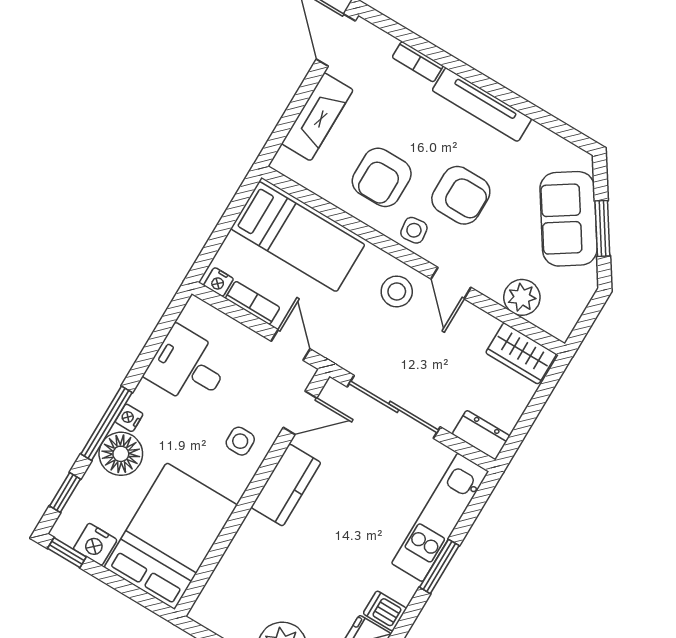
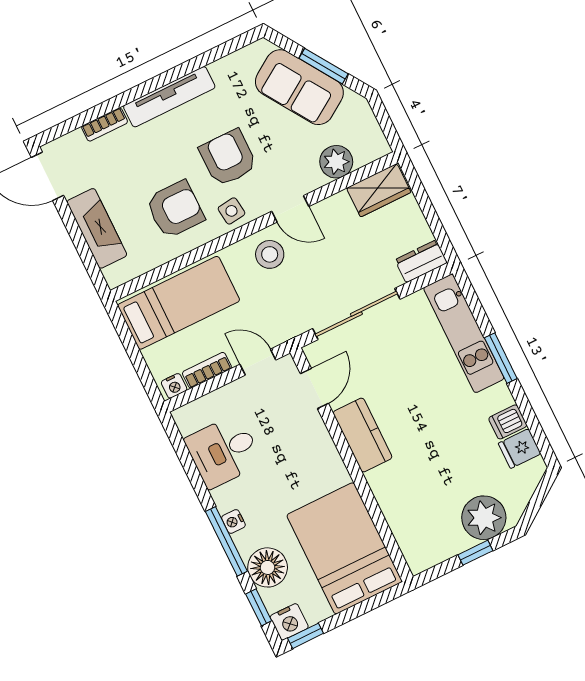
armchair: (382, 177) -> (175, 209), turned -90
armchair: (461, 195) -> (228, 158), turned -90
side table: (240, 441) -> (306, 448), removed
floor lamp: (121, 454) -> (268, 567), moved
nightstand: (95, 544) -> (289, 622), moved

